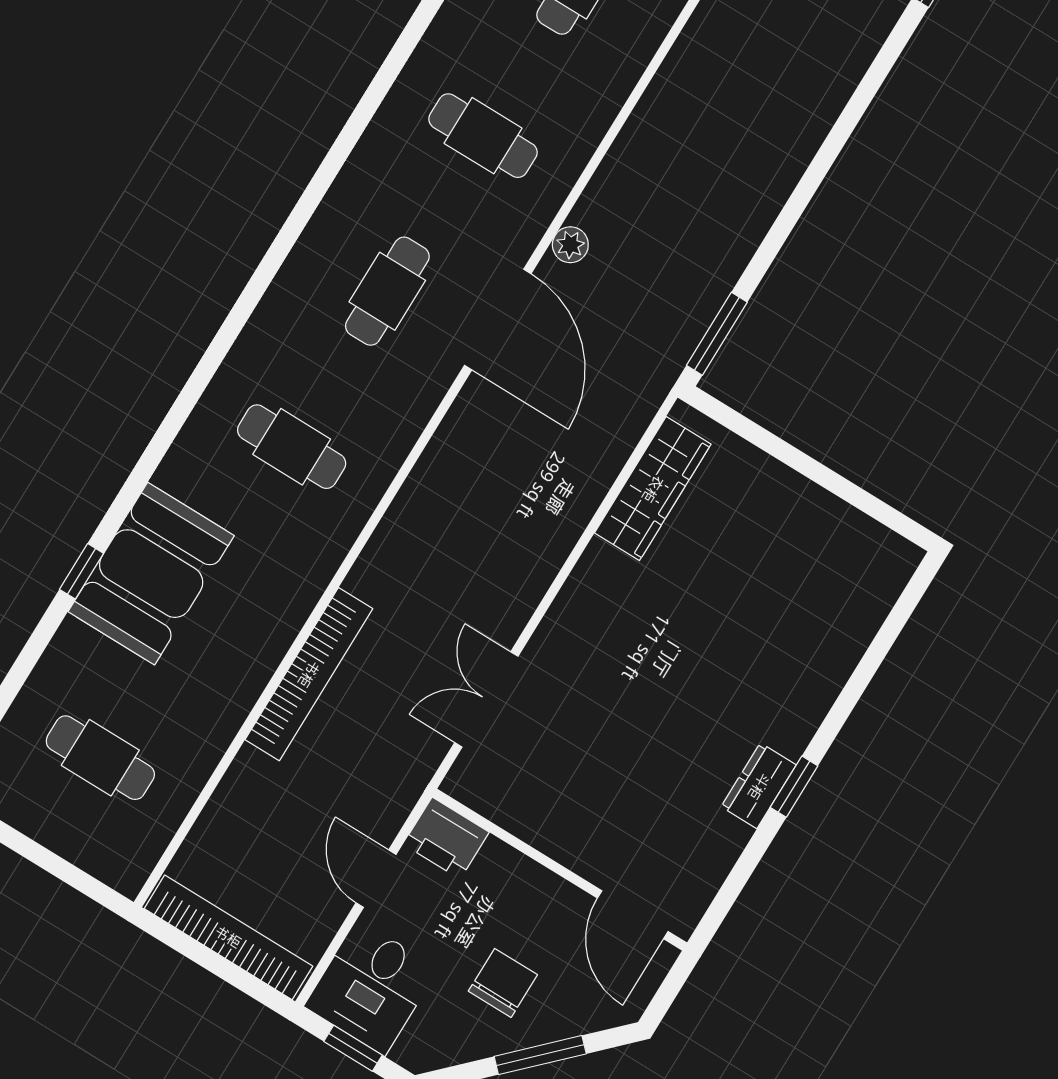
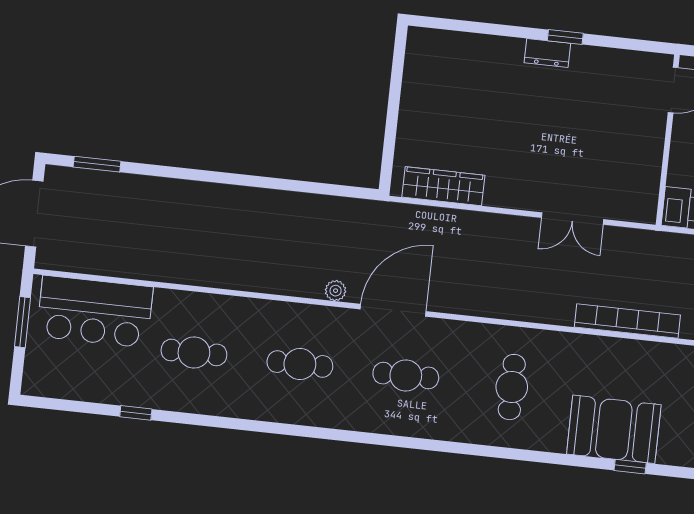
cafe table: (483, 136) -> (300, 364), turned 90
window: (717, 334) -> (346, 191), removed
double door: (486, 699) -> (572, 218), moved
dresser: (759, 786) -> (547, 53), moved

